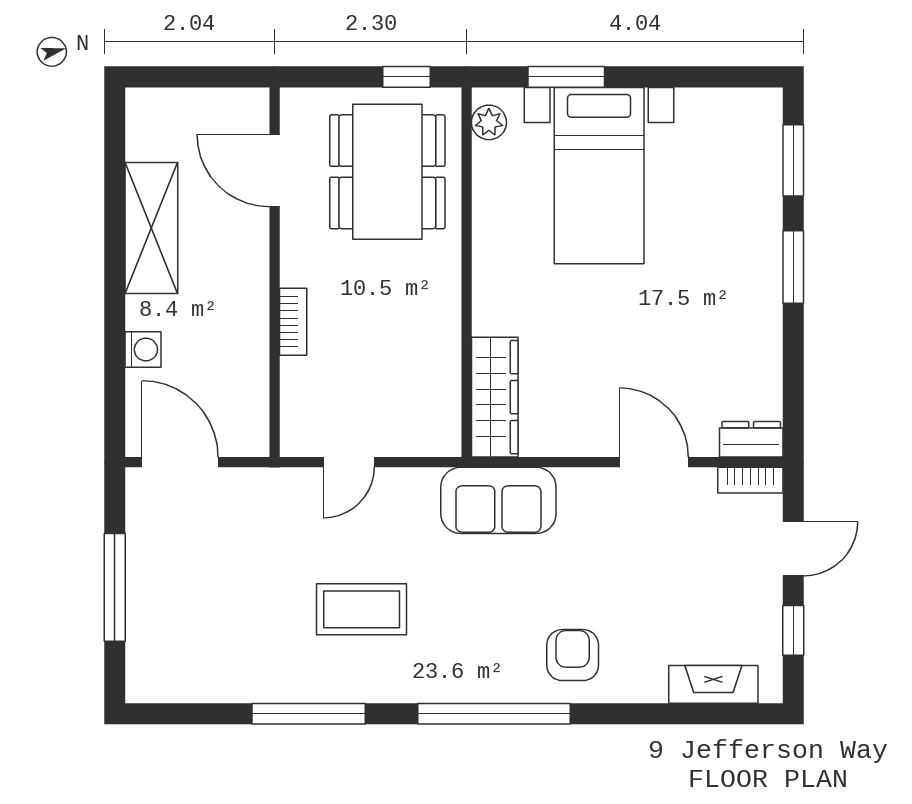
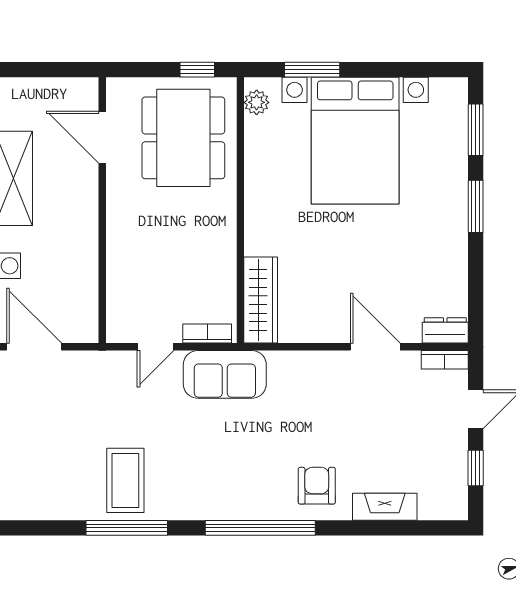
bed with nightstands: (599, 176) -> (355, 141), width x1.36
bookcase: (293, 322) -> (207, 334), moved, turned -90
sofa: (498, 500) -> (225, 374), moved
coffee table: (362, 609) -> (125, 480), moved, turned 90
fireplace: (713, 684) -> (385, 507), moved

